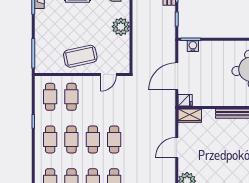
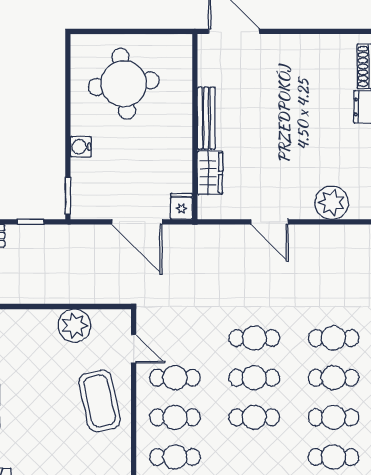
plant: (121, 27) -> (75, 326), moved
water cooler: (193, 46) -> (81, 147), moved
wardrobe: (190, 116) -> (210, 173), moved
cafe table: (50, 139) -> (175, 378), moved

